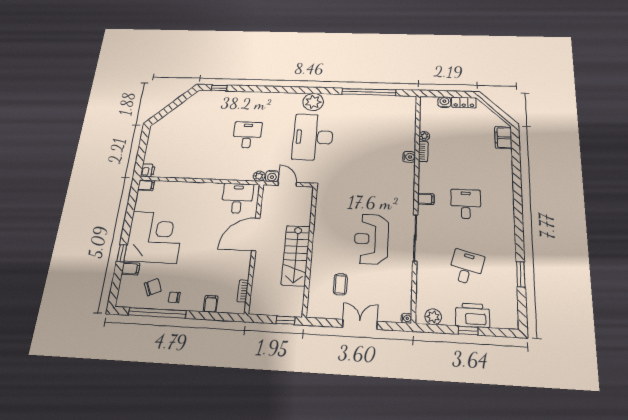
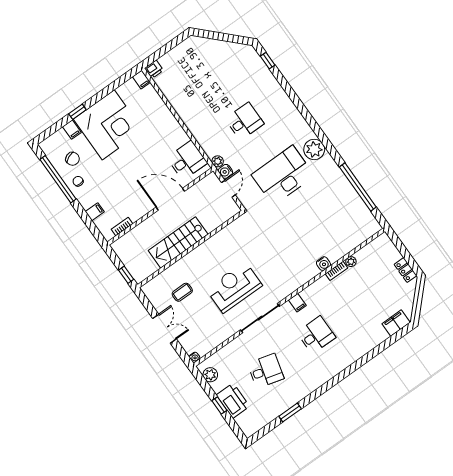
water cooler: (444, 102) -> (394, 254), removed

